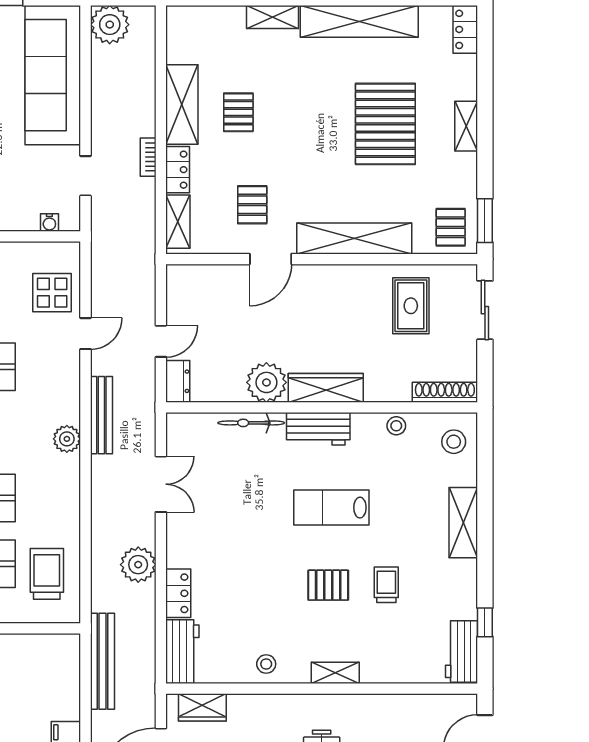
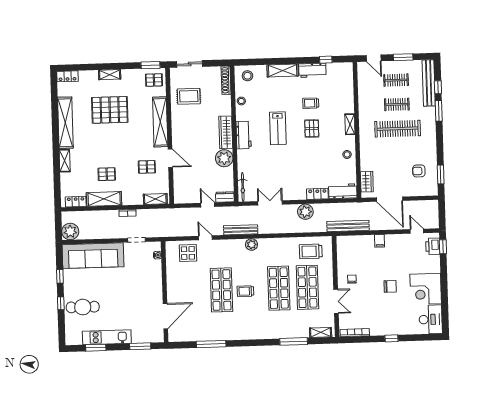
locker: (178, 170) -> (76, 202), moved
bicycle: (251, 423) -> (243, 187), moved
workbench: (461, 652) -> (312, 70), moved

